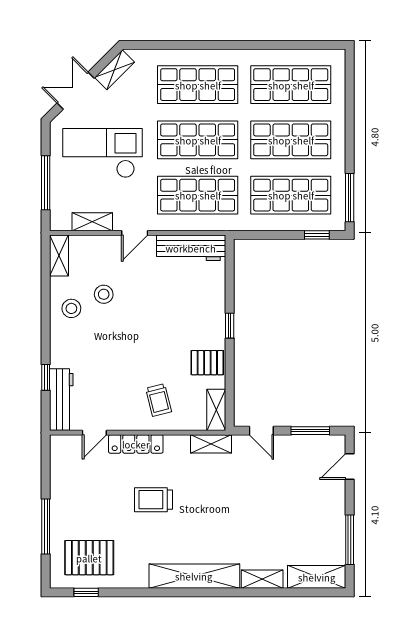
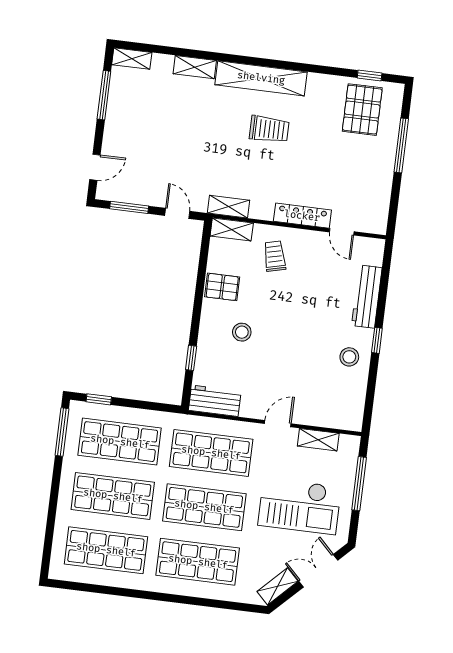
double door: (76, 91) -> (318, 571), swing flipped
workbench: (191, 248) -> (215, 401), width x0.73
shelving: (59, 255) -> (355, 411), removed
stool: (104, 294) -> (242, 332), moved
window: (230, 326) -> (191, 358), moved
window: (46, 377) -> (377, 340), moved
workbench: (61, 399) -> (367, 297), moved
shelving: (216, 410) -> (232, 229), moved, turned 90
door: (94, 433) -> (342, 232), swing flipped
trolley: (154, 500) -> (269, 129), moved
pallet: (89, 558) -> (362, 110), turned 90
shelving: (317, 577) -> (132, 59), width x0.67, depth x0.75

